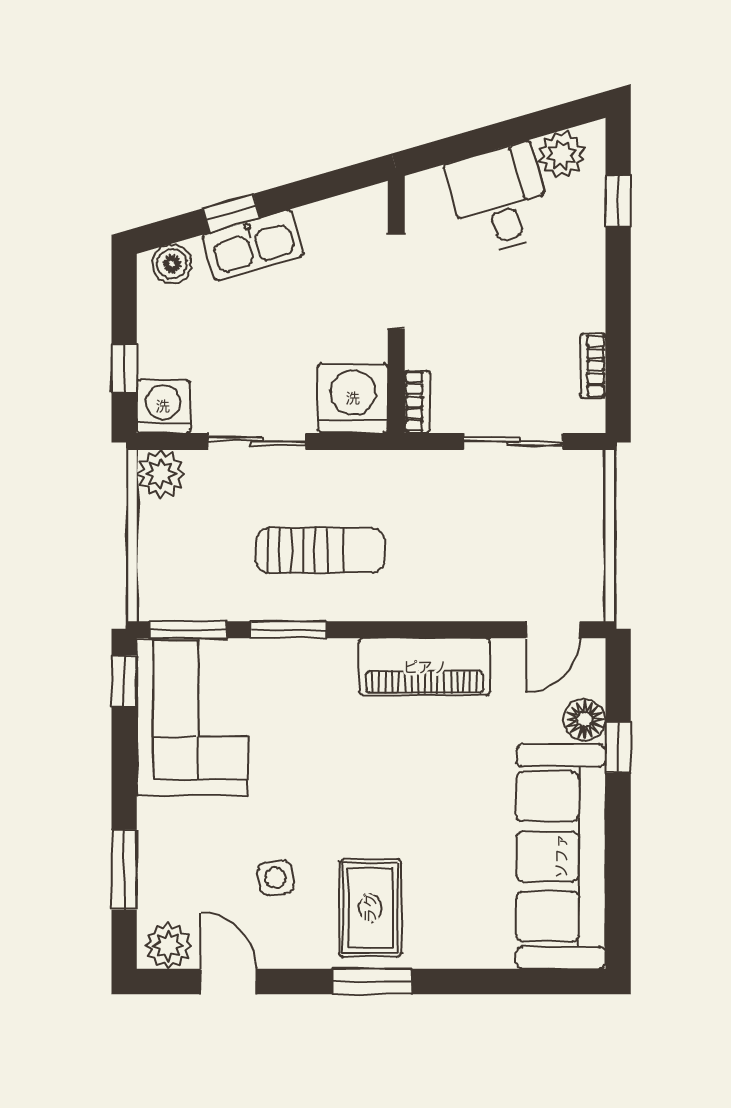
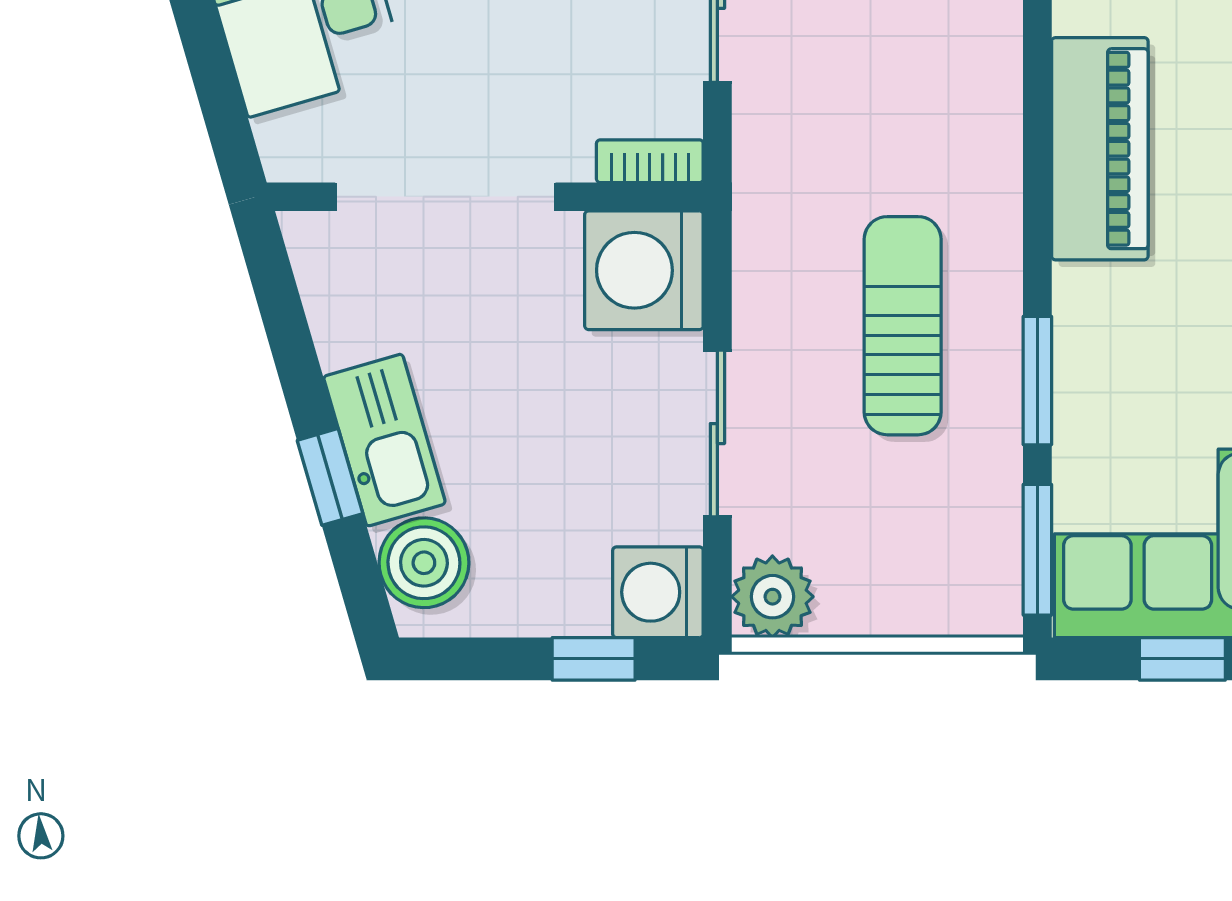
boiler: (172, 264) -> (424, 563), width x1.36, depth x1.36
doorway: (396, 281) -> (445, 197), width x1.36
window: (124, 681) -> (1182, 659), moved

